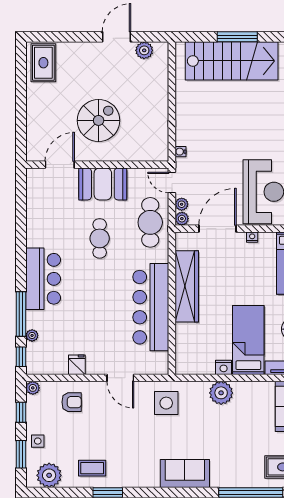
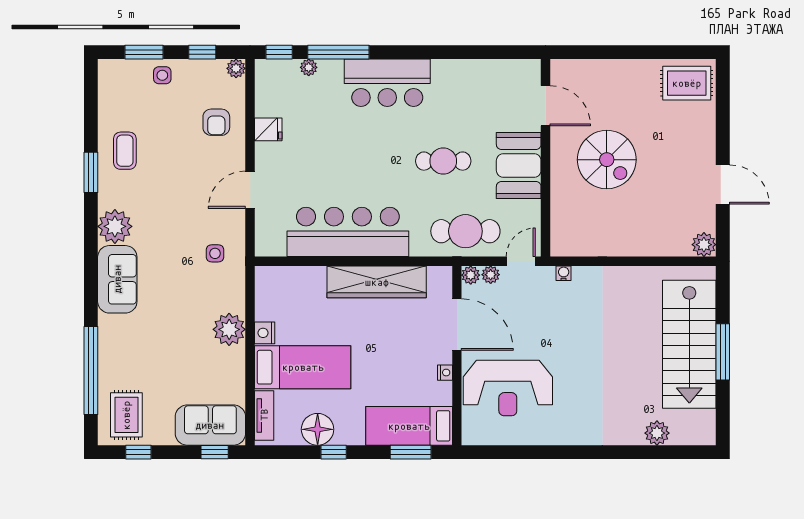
plant: (144, 50) -> (704, 245), moved
side table: (166, 403) -> (215, 253), width x0.54, depth x0.54
plant: (49, 475) -> (115, 226), moved

